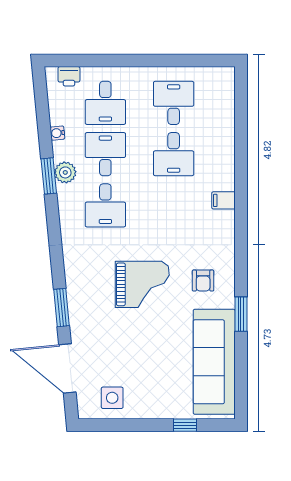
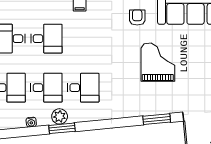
desk: (105, 154) -> (46, 88), turned 180
armchair: (203, 281) -> (137, 17), turned -90
grand piano: (142, 284) -> (158, 62), moved

